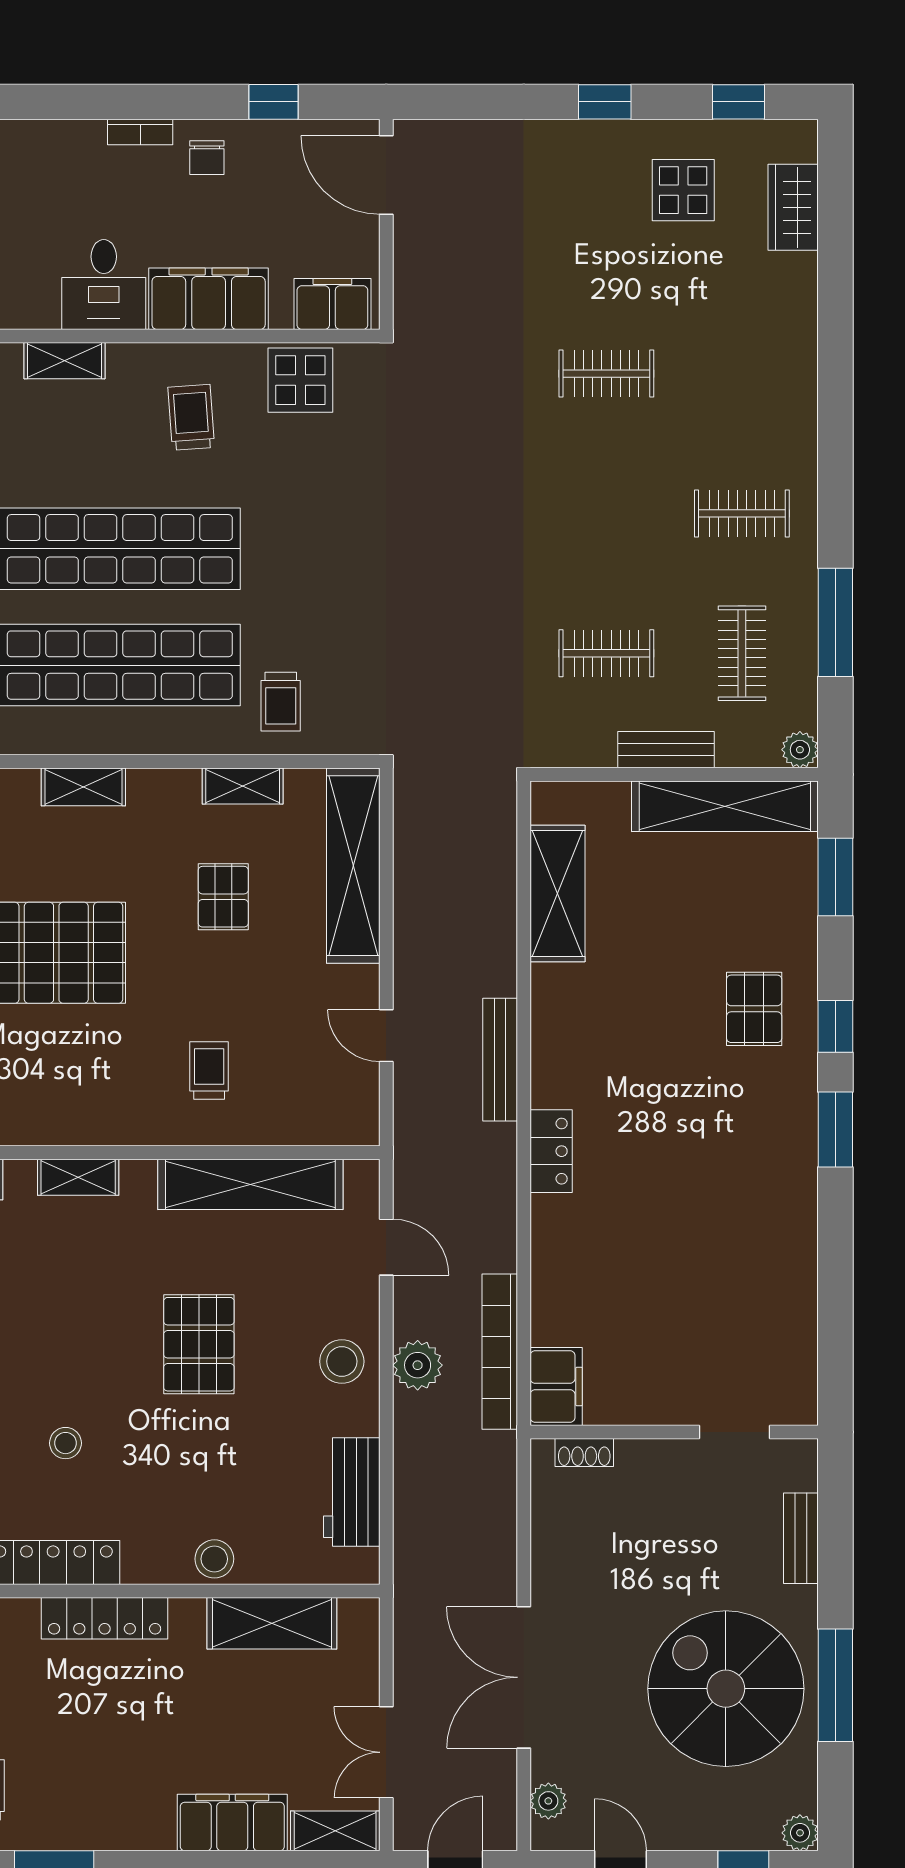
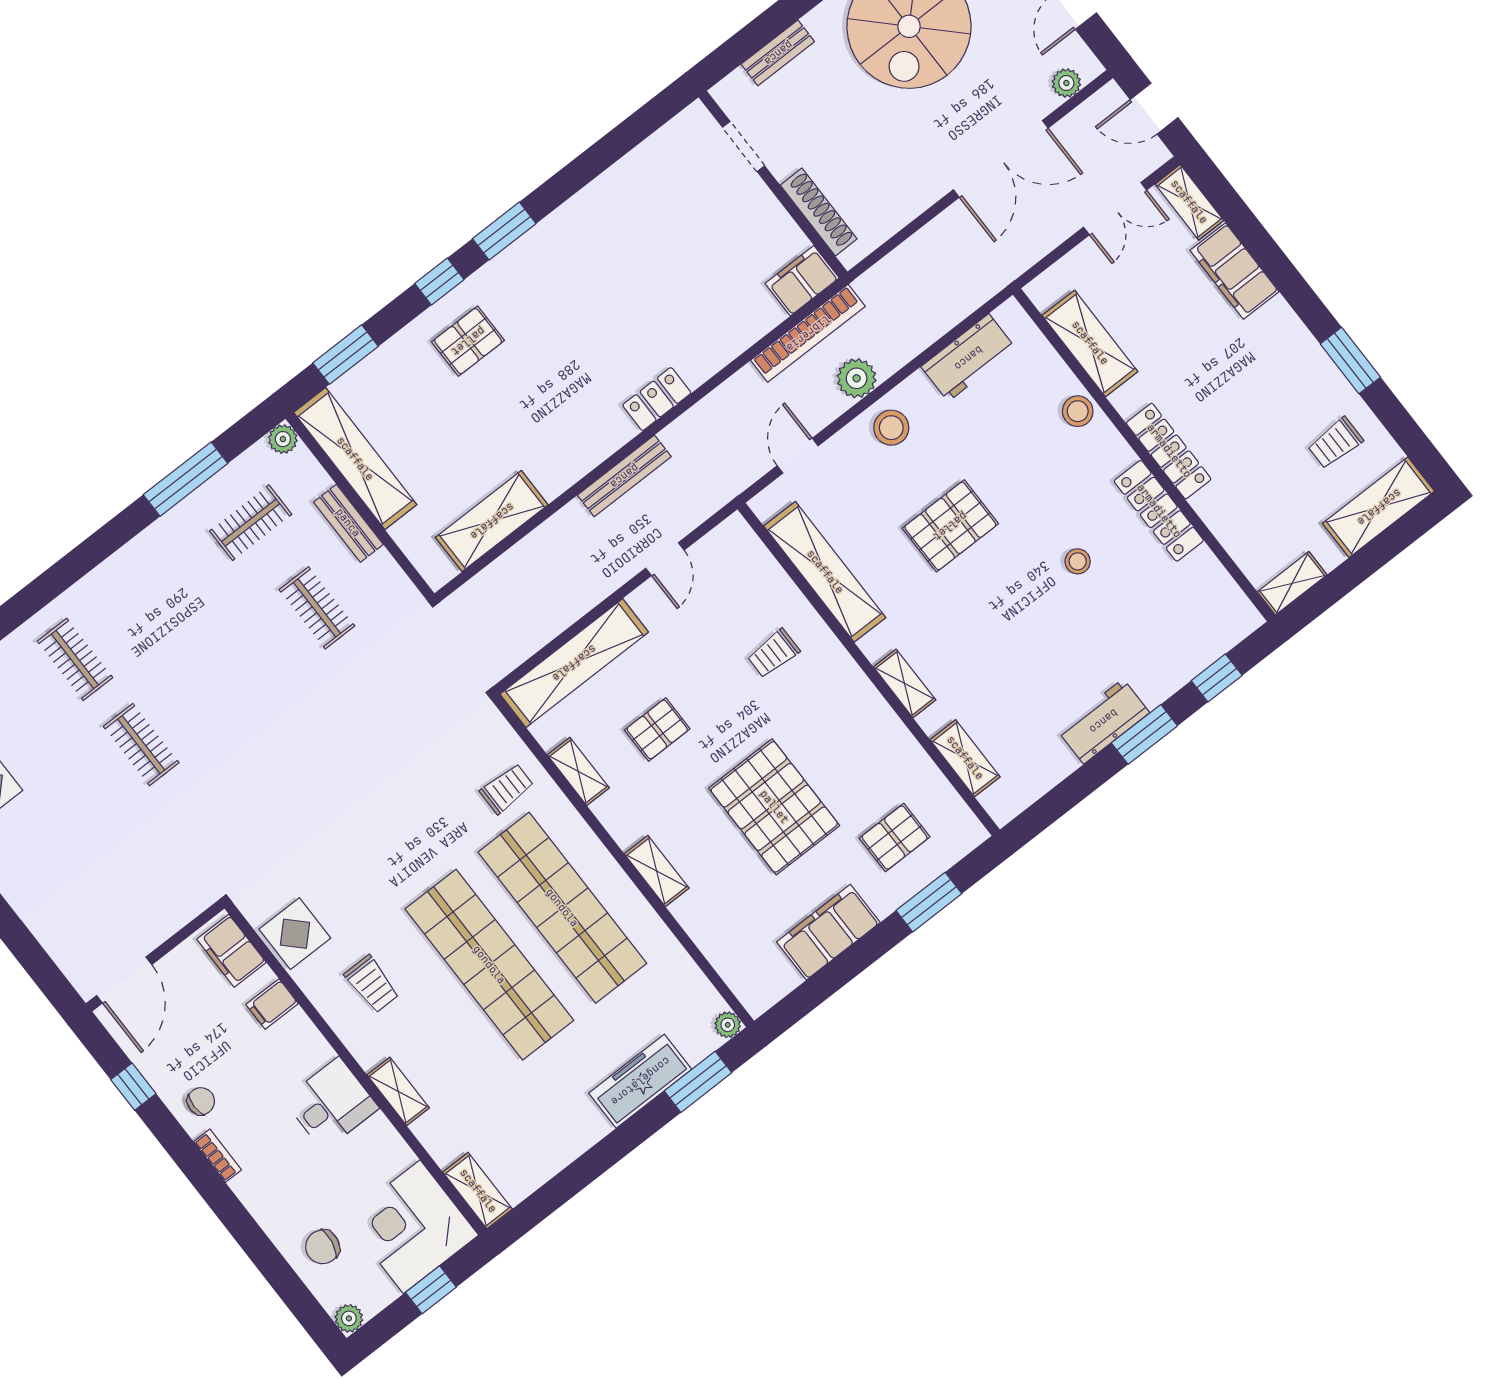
filing cabinet: (209, 299) -> (272, 1004), width x0.33, depth x0.86
trolley: (191, 417) -> (372, 984), turned -86
clothes rail: (742, 513) -> (75, 659), moved
shoe rack: (584, 1453) -> (819, 212), width x1.94, depth x1.24

